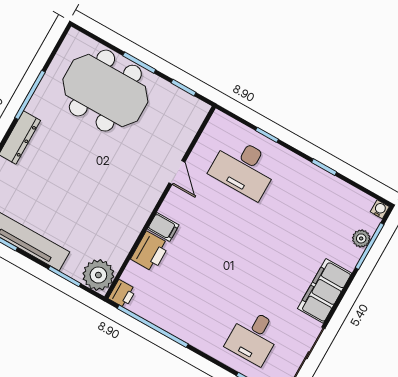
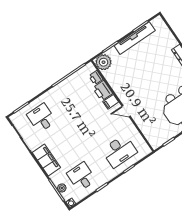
desk: (244, 168) -> (119, 151), turned 180
door: (177, 172) -> (126, 111), moved
desk: (324, 213) -> (81, 177), added
printer: (122, 294) -> (96, 78), moved

